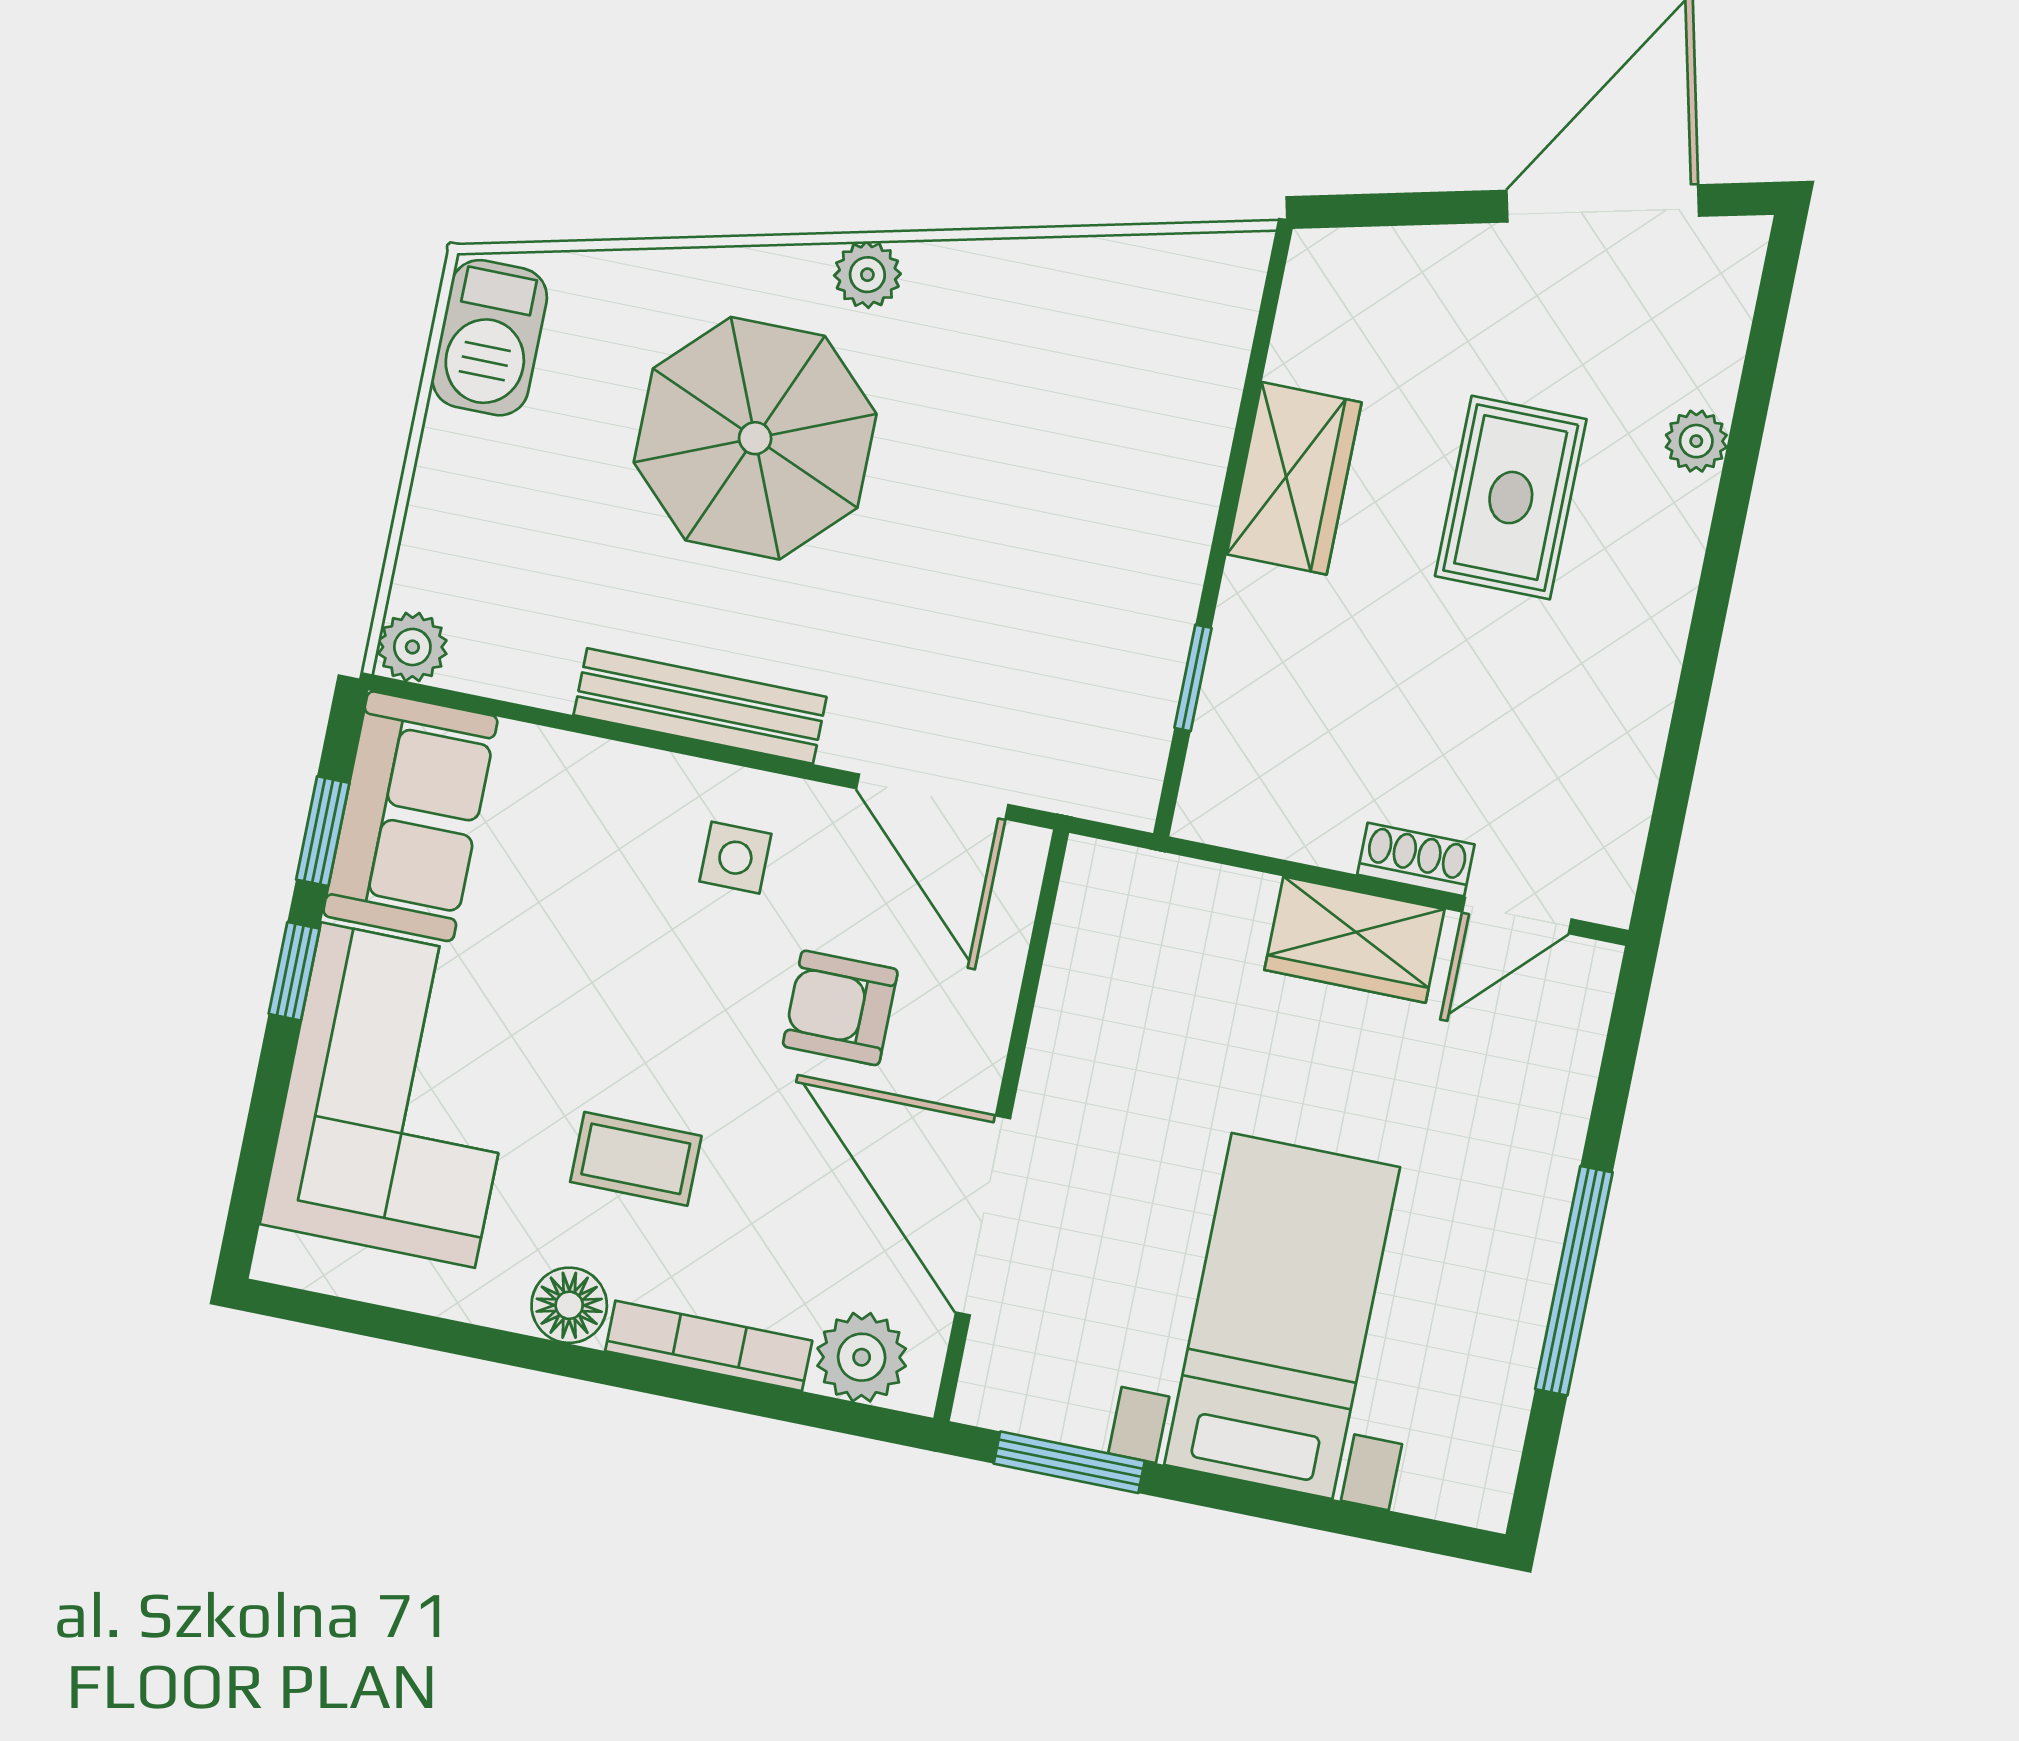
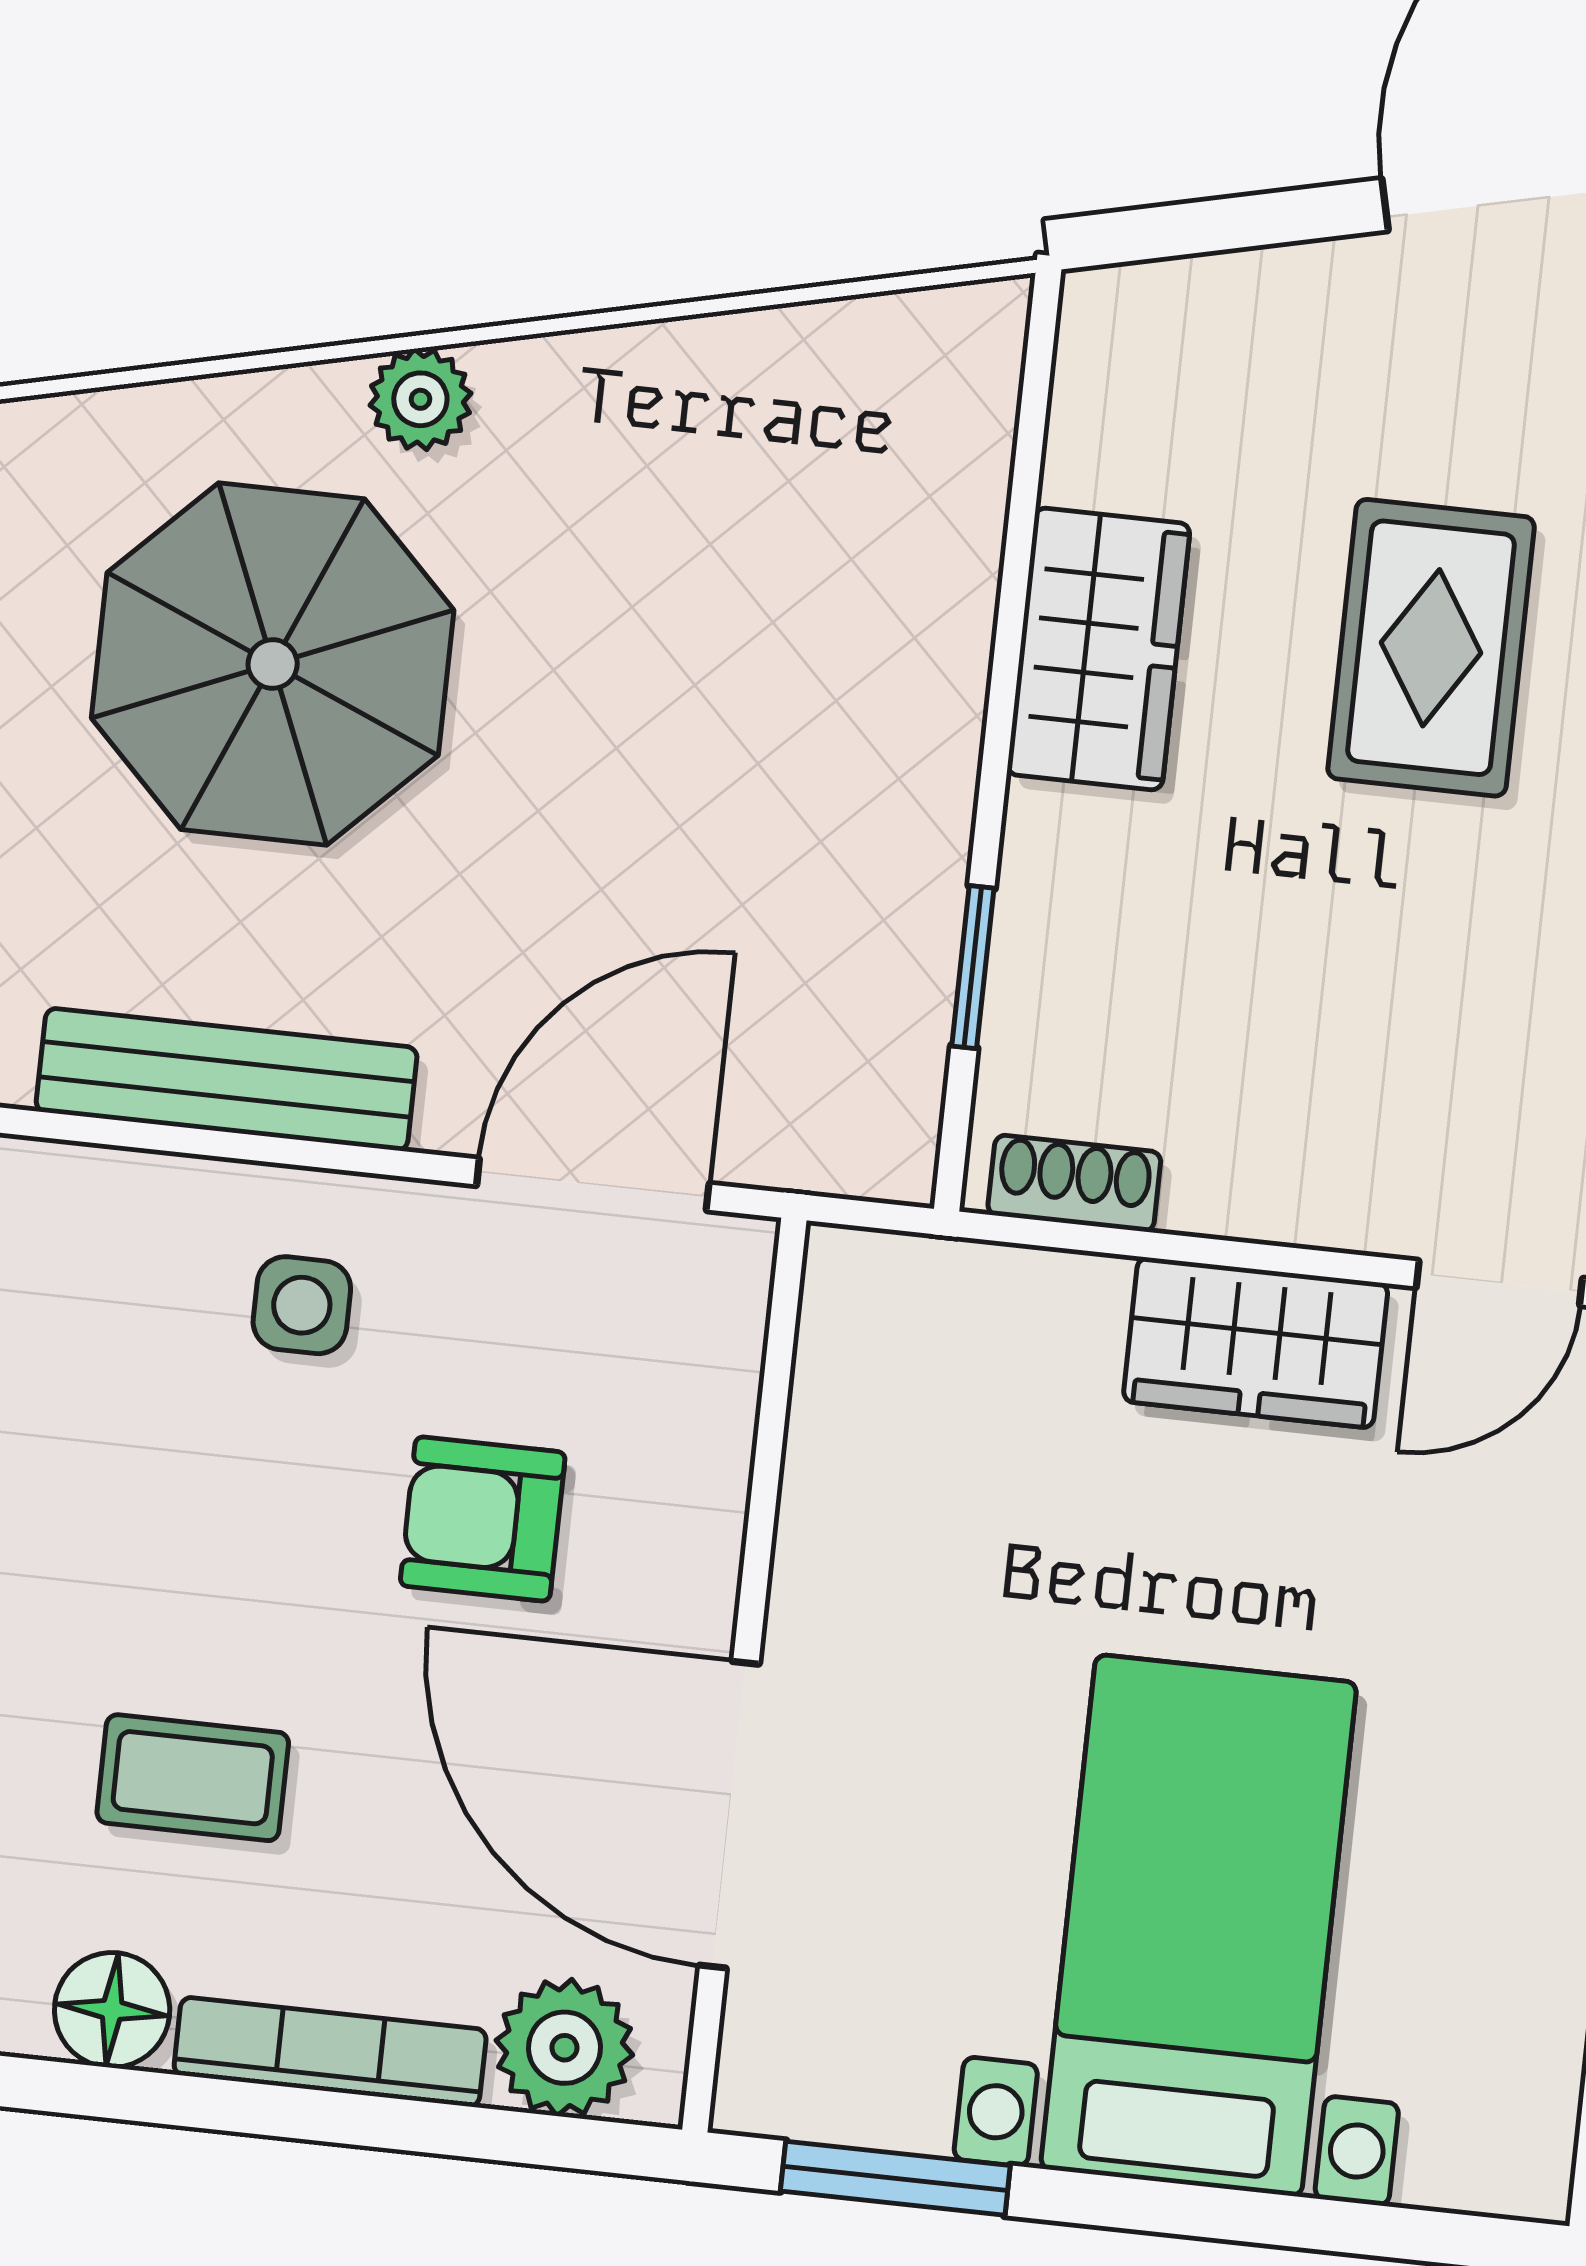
door: (932, 797) -> (593, 1185), swing flipped
shoe rack: (1416, 860) -> (1074, 1183), moved

